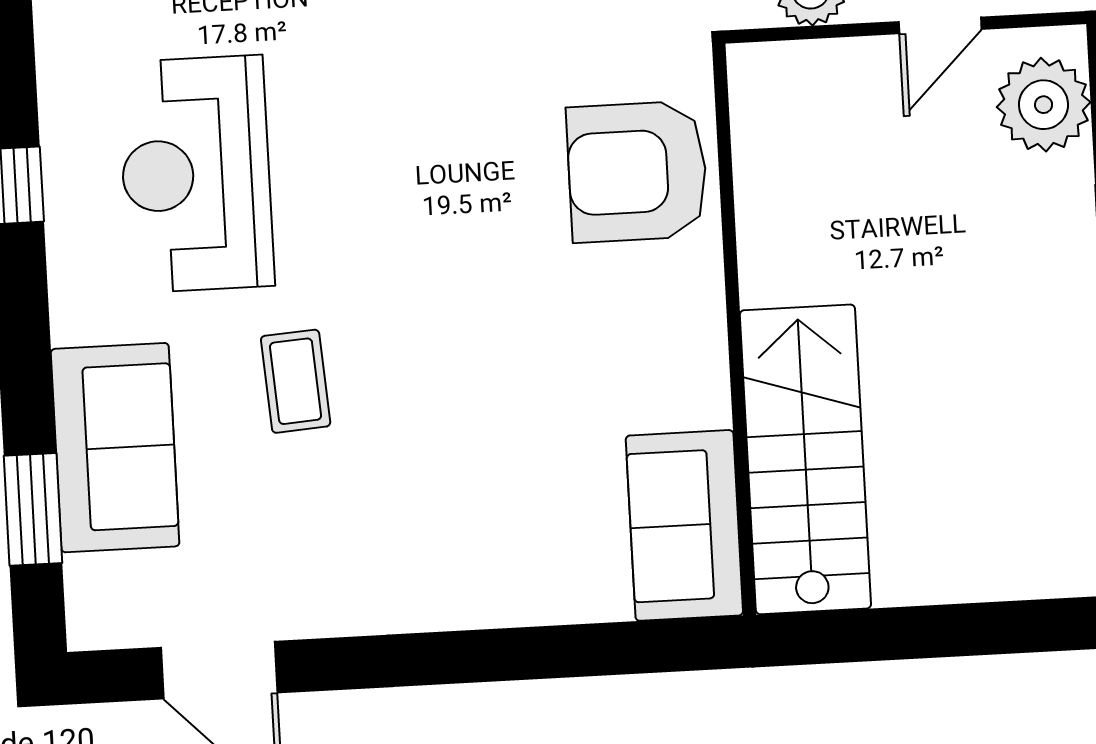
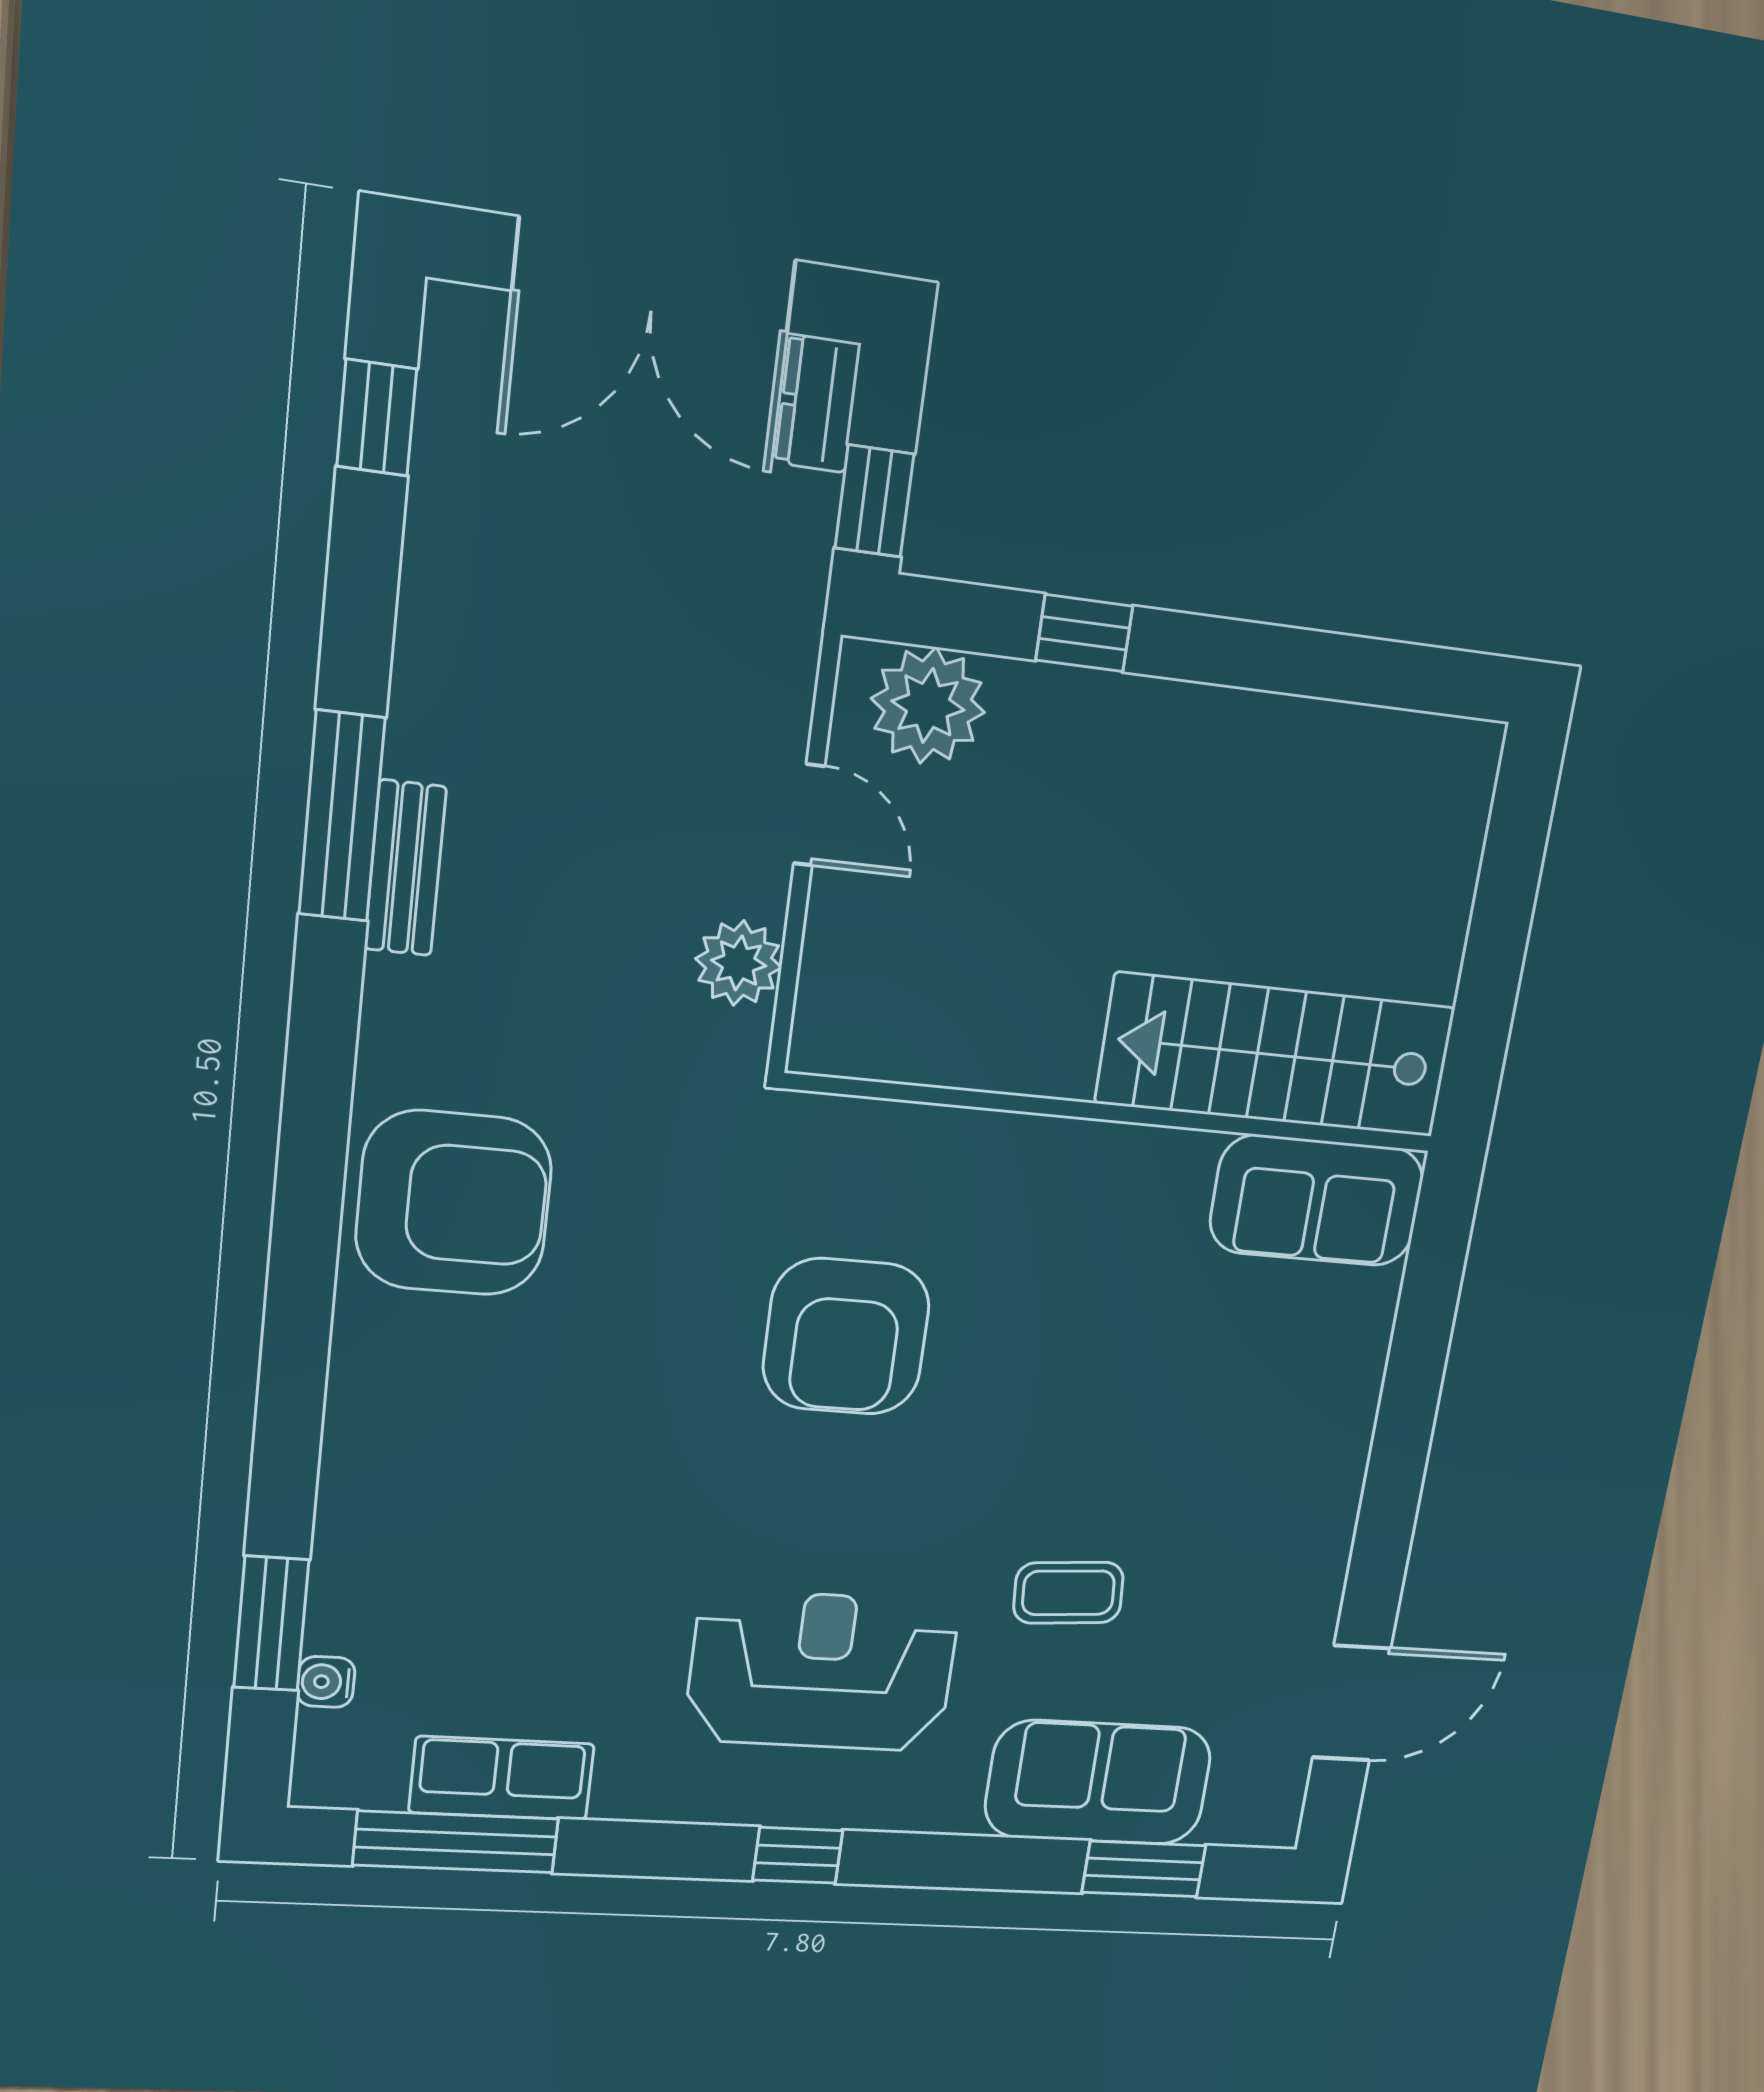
armchair: (637, 172) -> (846, 1337), moved
reception desk: (196, 174) -> (822, 1671), turned 180

